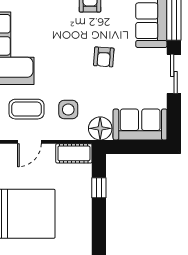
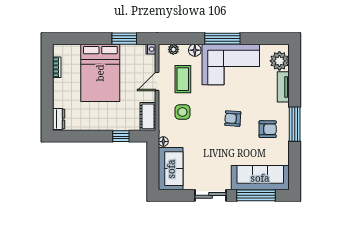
armchair: (104, 57) -> (233, 119), moved
floor lamp: (100, 128) -> (163, 142), width x0.53, depth x0.53
door: (29, 142) -> (157, 81), hinge flipped

